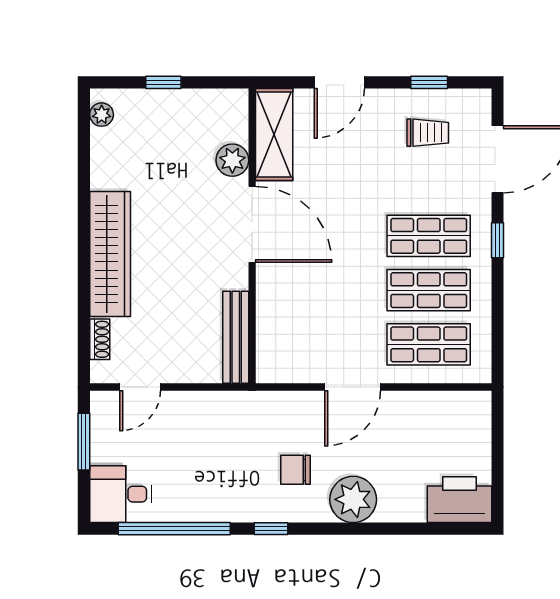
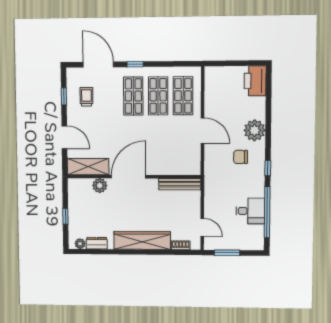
dresser: (103, 152) -> (97, 243), added
chair: (295, 470) -> (241, 157), turned 90
desk: (121, 494) -> (250, 211), moved, turned -90

